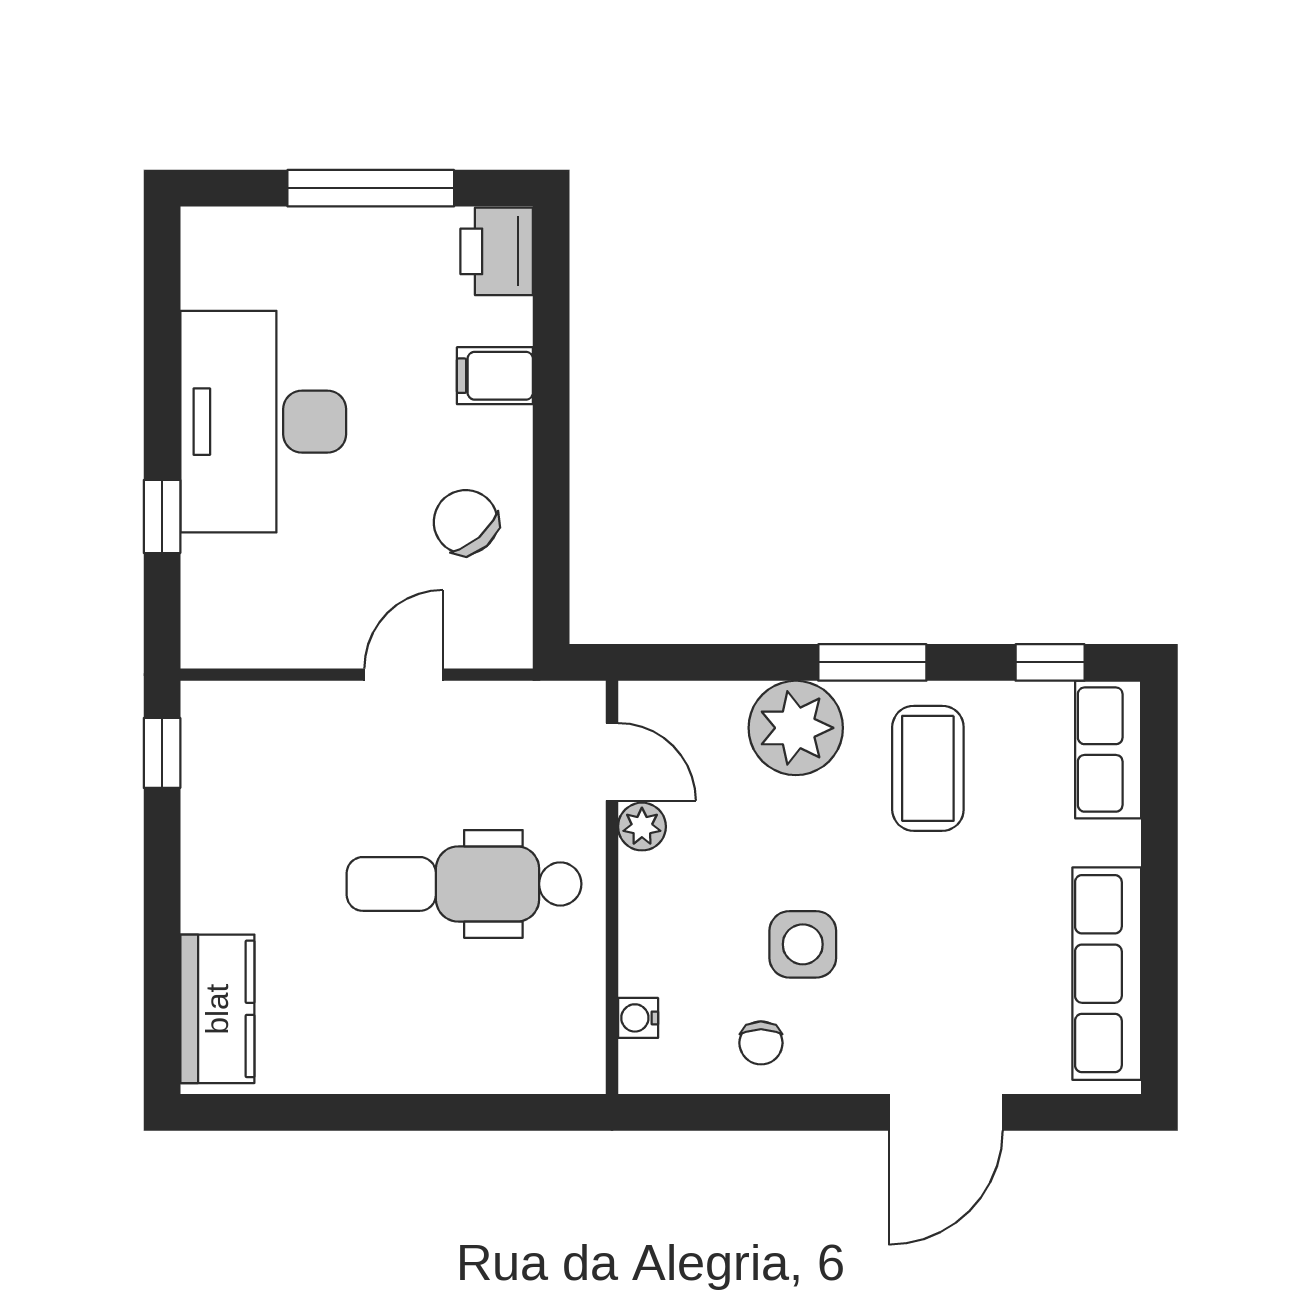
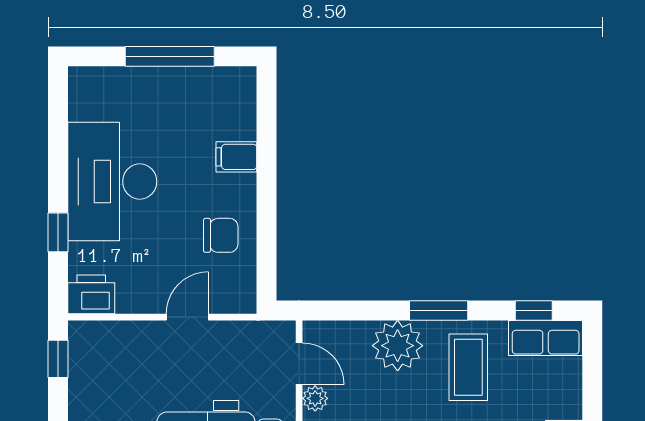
printer: (497, 251) -> (91, 294), moved, turned 90
chair: (466, 522) -> (221, 235), turned 131
row of seats: (1108, 750) -> (546, 338), moved, turned -90

